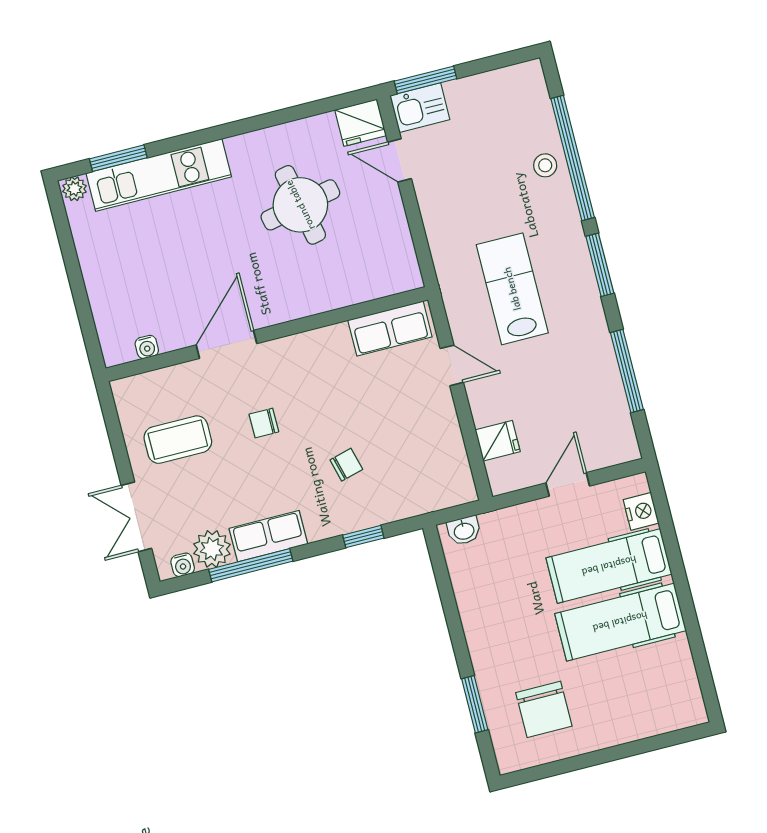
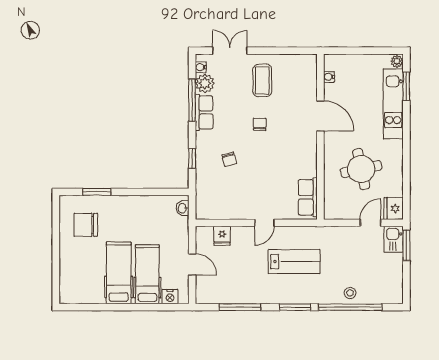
row of seats: (390, 329) -> (308, 197), moved
wall: (267, 334) -> (320, 137), moved
door: (227, 344) -> (320, 116), moved
water cooler: (147, 347) -> (329, 77), moved

